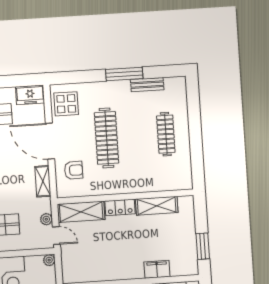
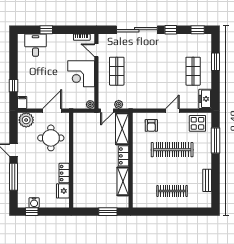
window: (124, 74) -> (215, 140), moved
door: (50, 141) -> (172, 111), width x0.53
shelving: (43, 181) -> (145, 104), removed
window: (203, 246) -> (108, 212), moved
filing cabinet: (157, 269) -> (79, 179), removed

